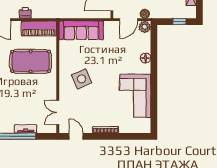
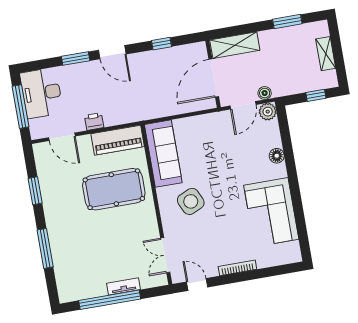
sofa: (81, 30) -> (163, 154), moved, turned -90

